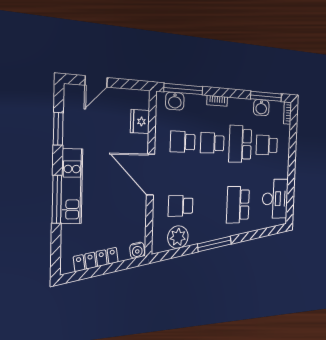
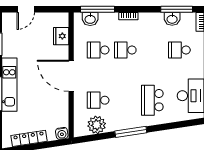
school desk: (240, 144) -> (152, 50), removed

